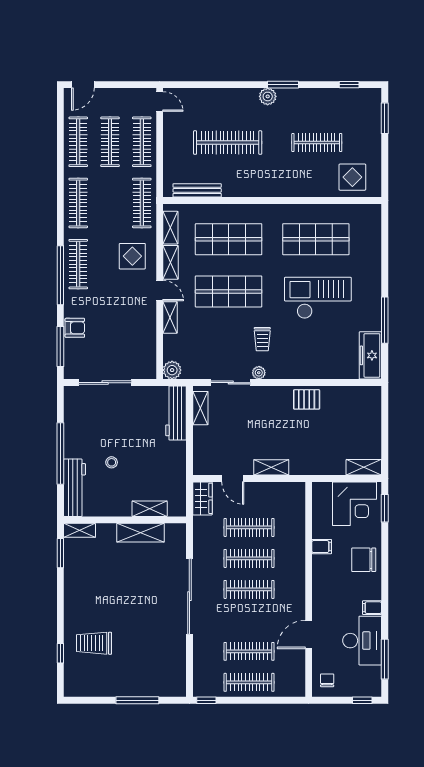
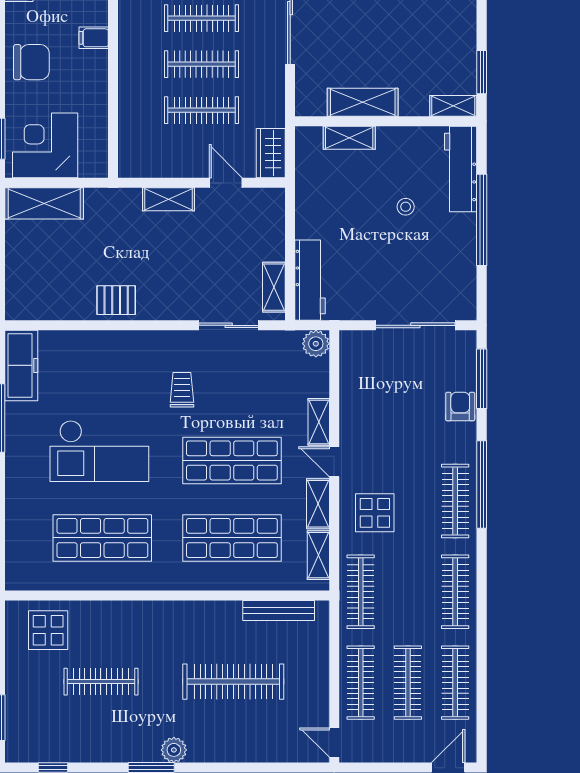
armchair: (75, 328) -> (460, 407), turned 90
plant: (259, 373) -> (187, 340), removed
shelving: (364, 467) -> (44, 203), width x1.50, depth x1.33
filing cabinet: (322, 547) -> (94, 38), moved

